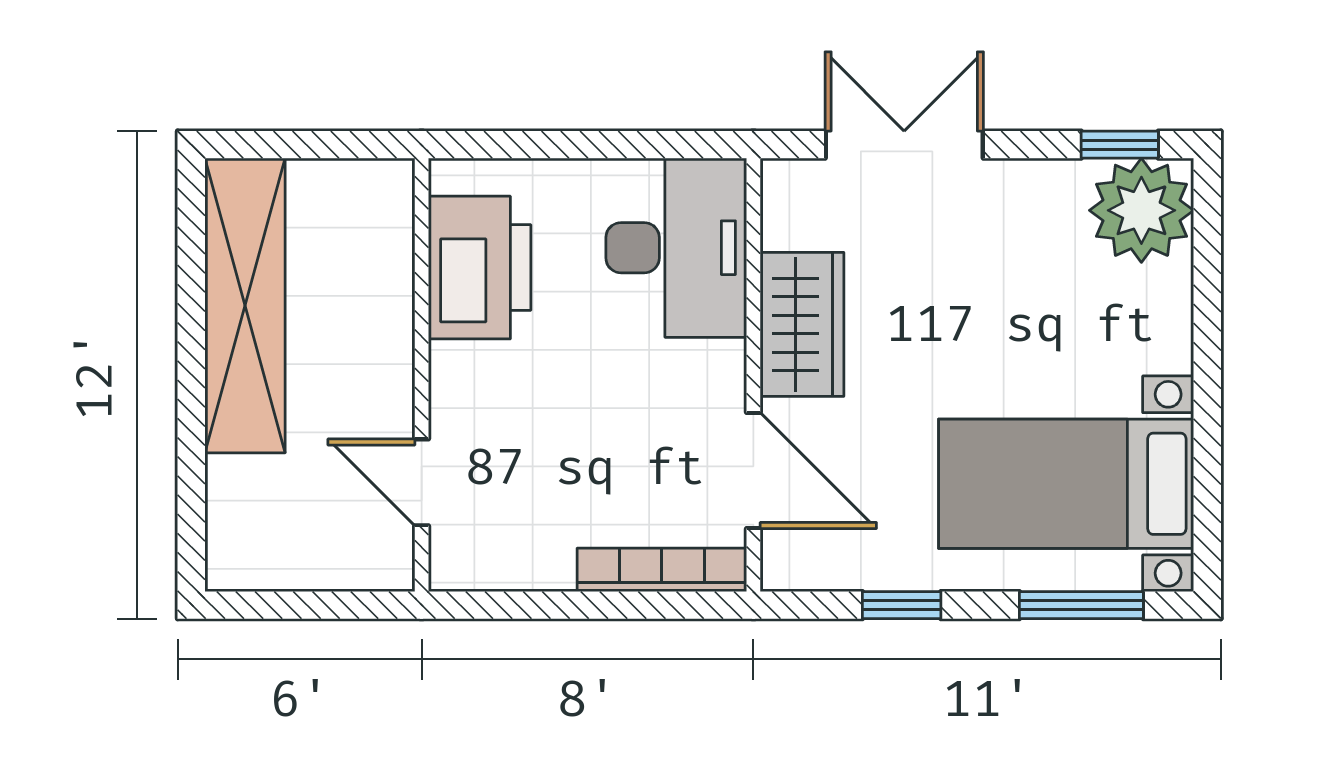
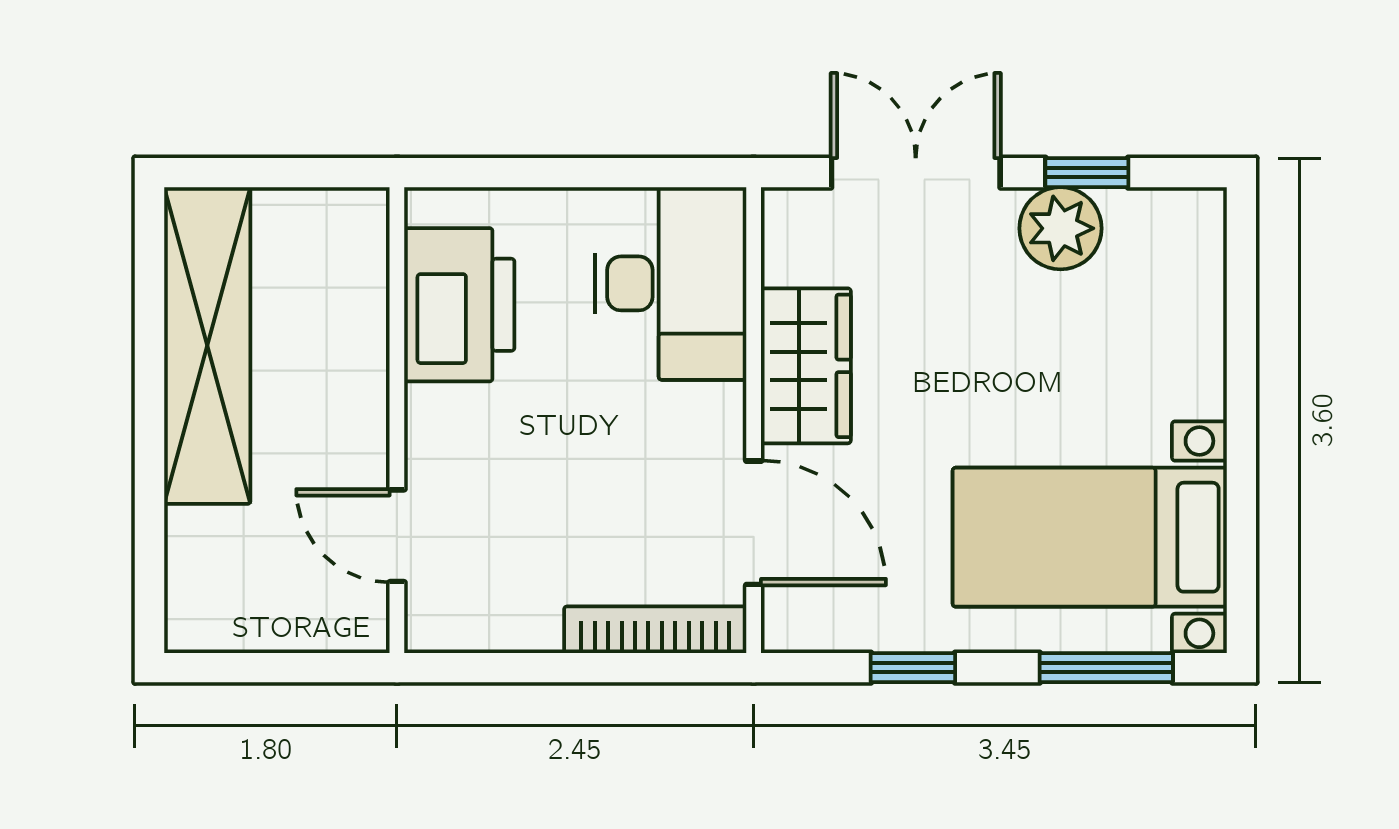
window: (1120, 145) -> (1087, 173), moved
plant: (1141, 210) -> (1060, 228), moved, width x0.73, depth x0.73

